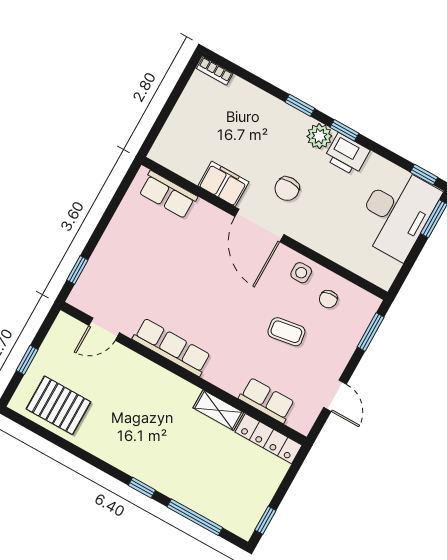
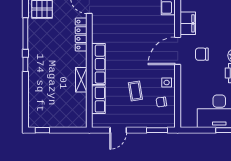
row of seats: (172, 347) -> (98, 64), moved
locker: (268, 439) -> (81, 35), moved
window: (195, 517) -> (25, 33), moved

